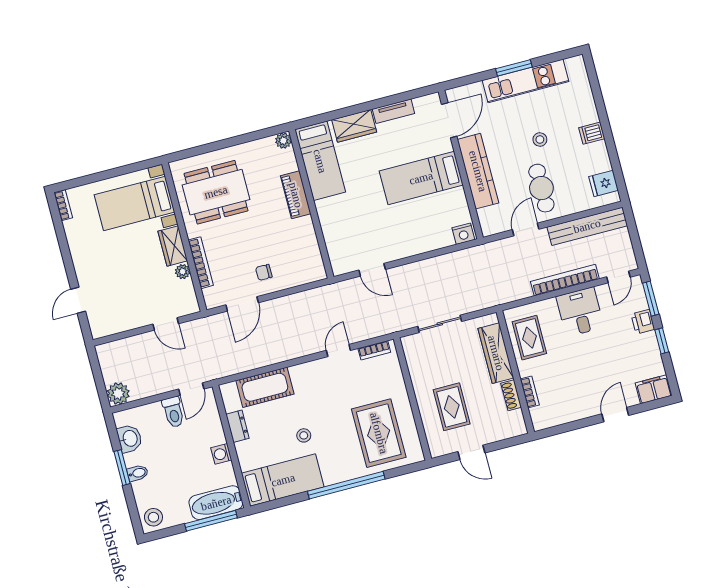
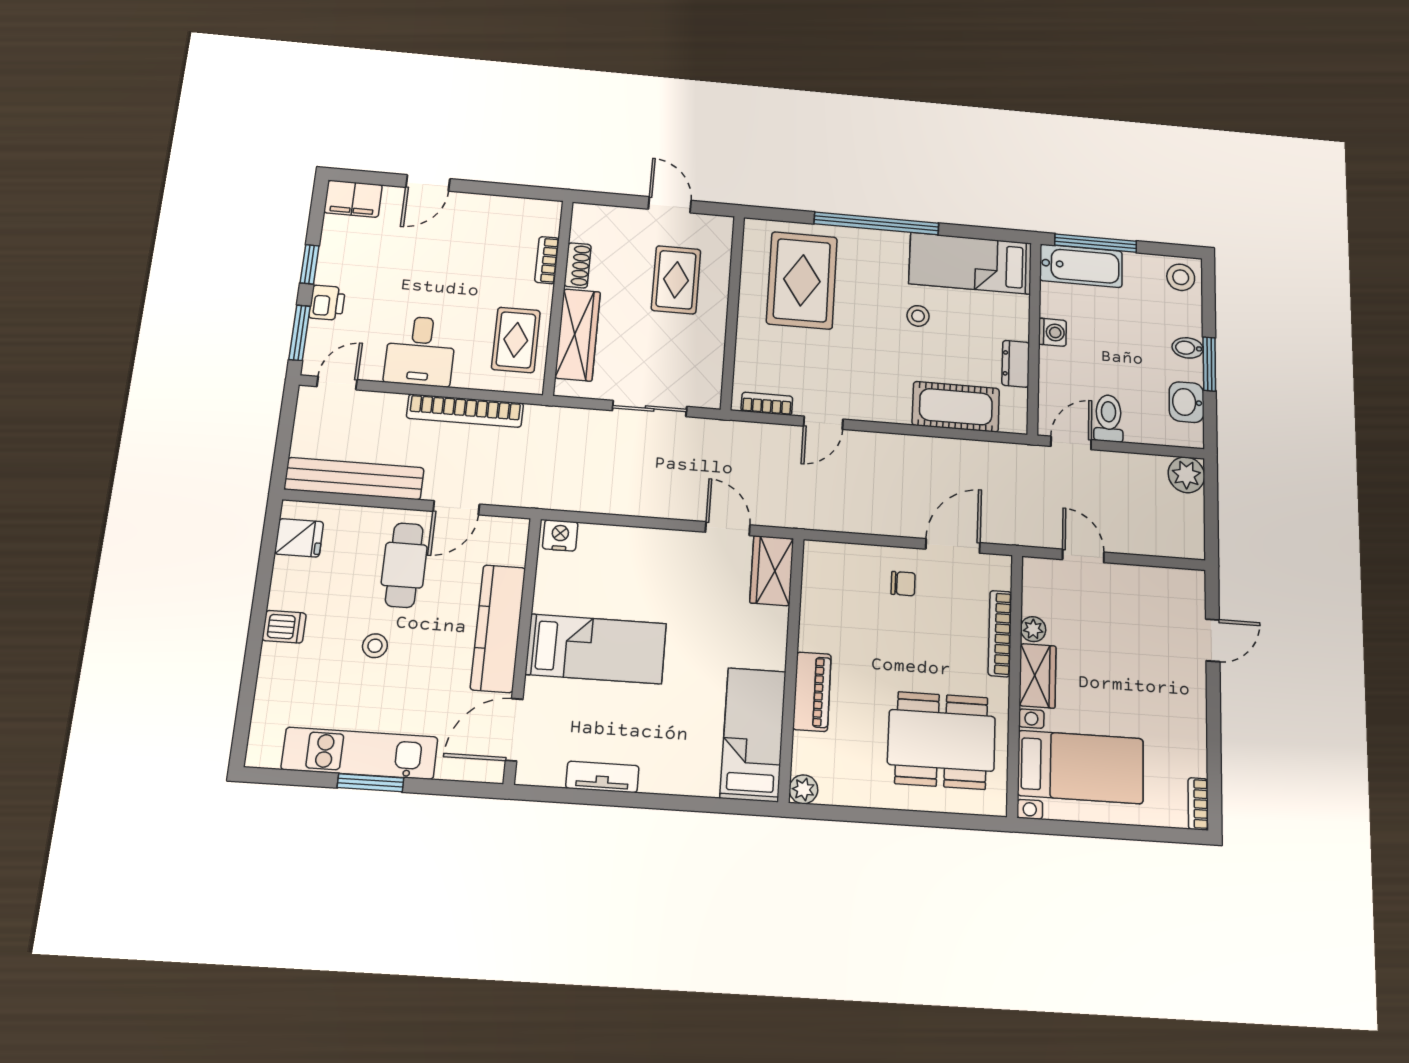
wardrobe: (354, 126) -> (772, 571), moved, turned -90
bookcase: (565, 280) -> (465, 411), moved

